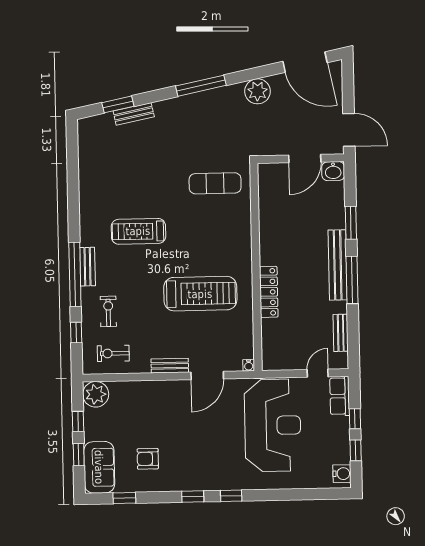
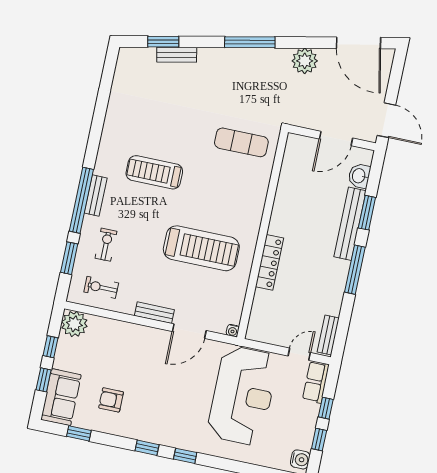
washbasin: (333, 171) -> (359, 176), moved, turned 90
bench: (338, 265) -> (350, 224), moved
window: (76, 333) -> (69, 258), width x1.50
bench: (341, 333) -> (328, 335), moved

